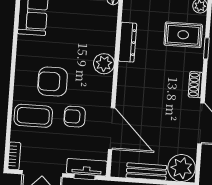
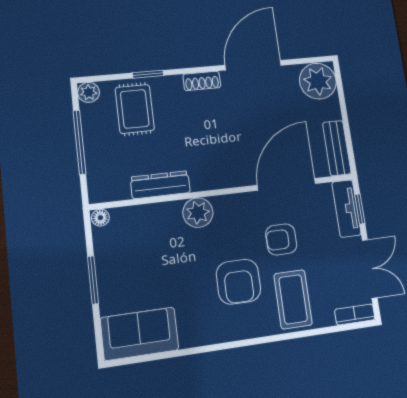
armchair: (75, 117) -> (281, 239), turned 90
bench: (146, 172) -> (337, 148), moved

